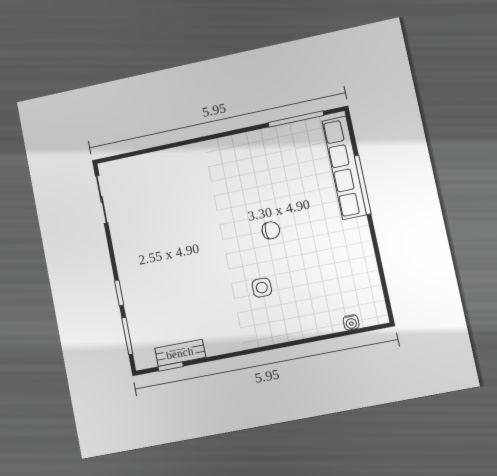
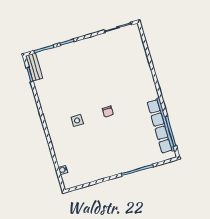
row of seats: (344, 168) -> (161, 126), moved, turned -90
chair: (271, 230) -> (108, 112), moved
bench: (180, 353) -> (34, 67), moved

